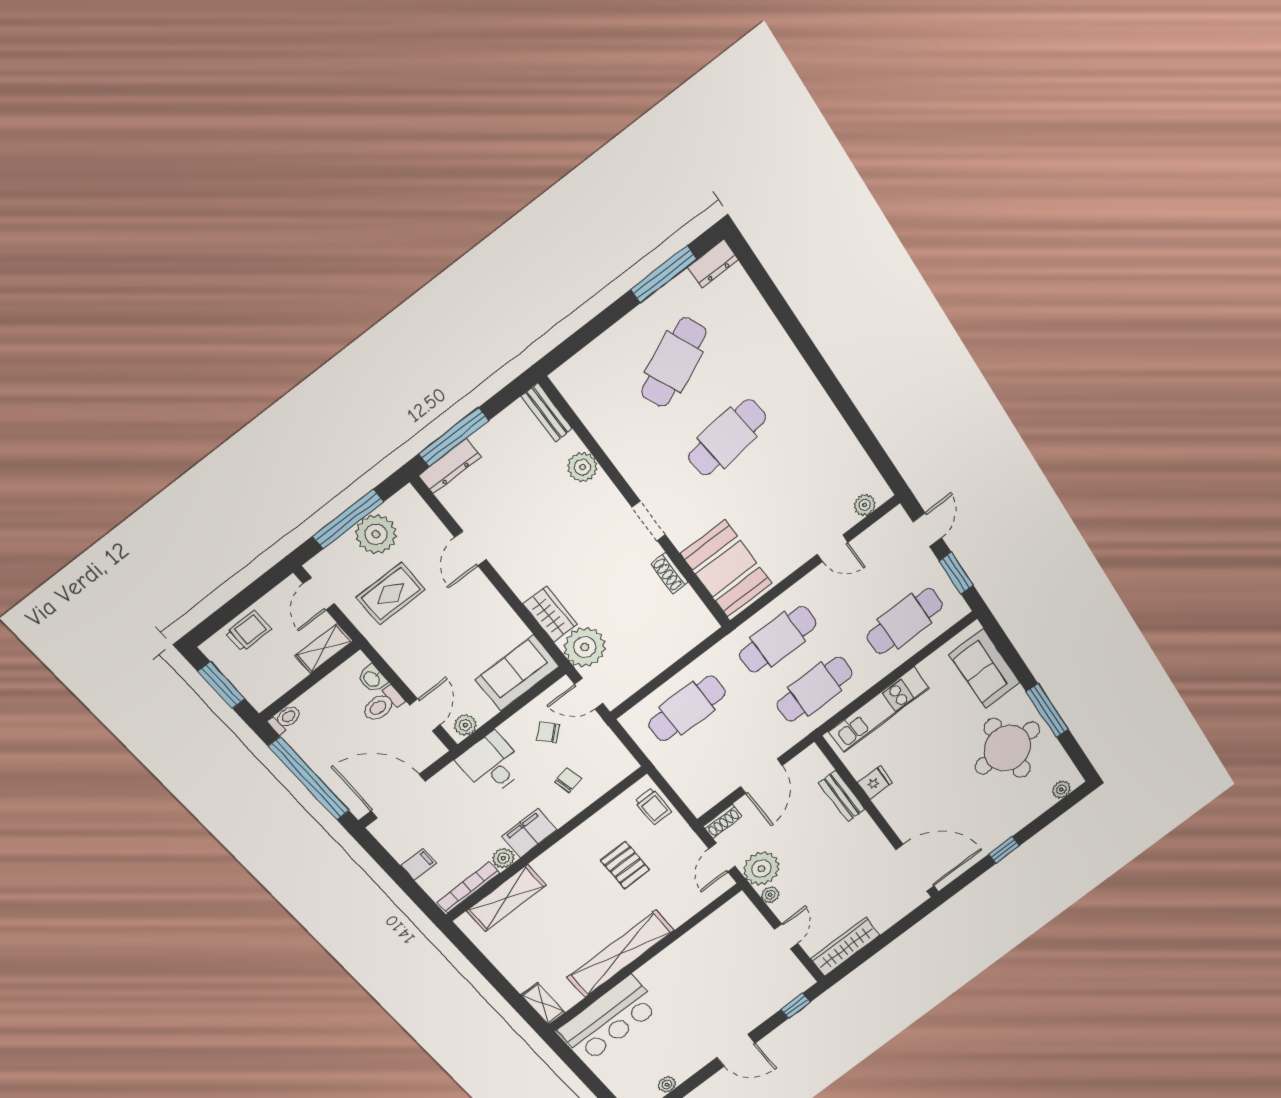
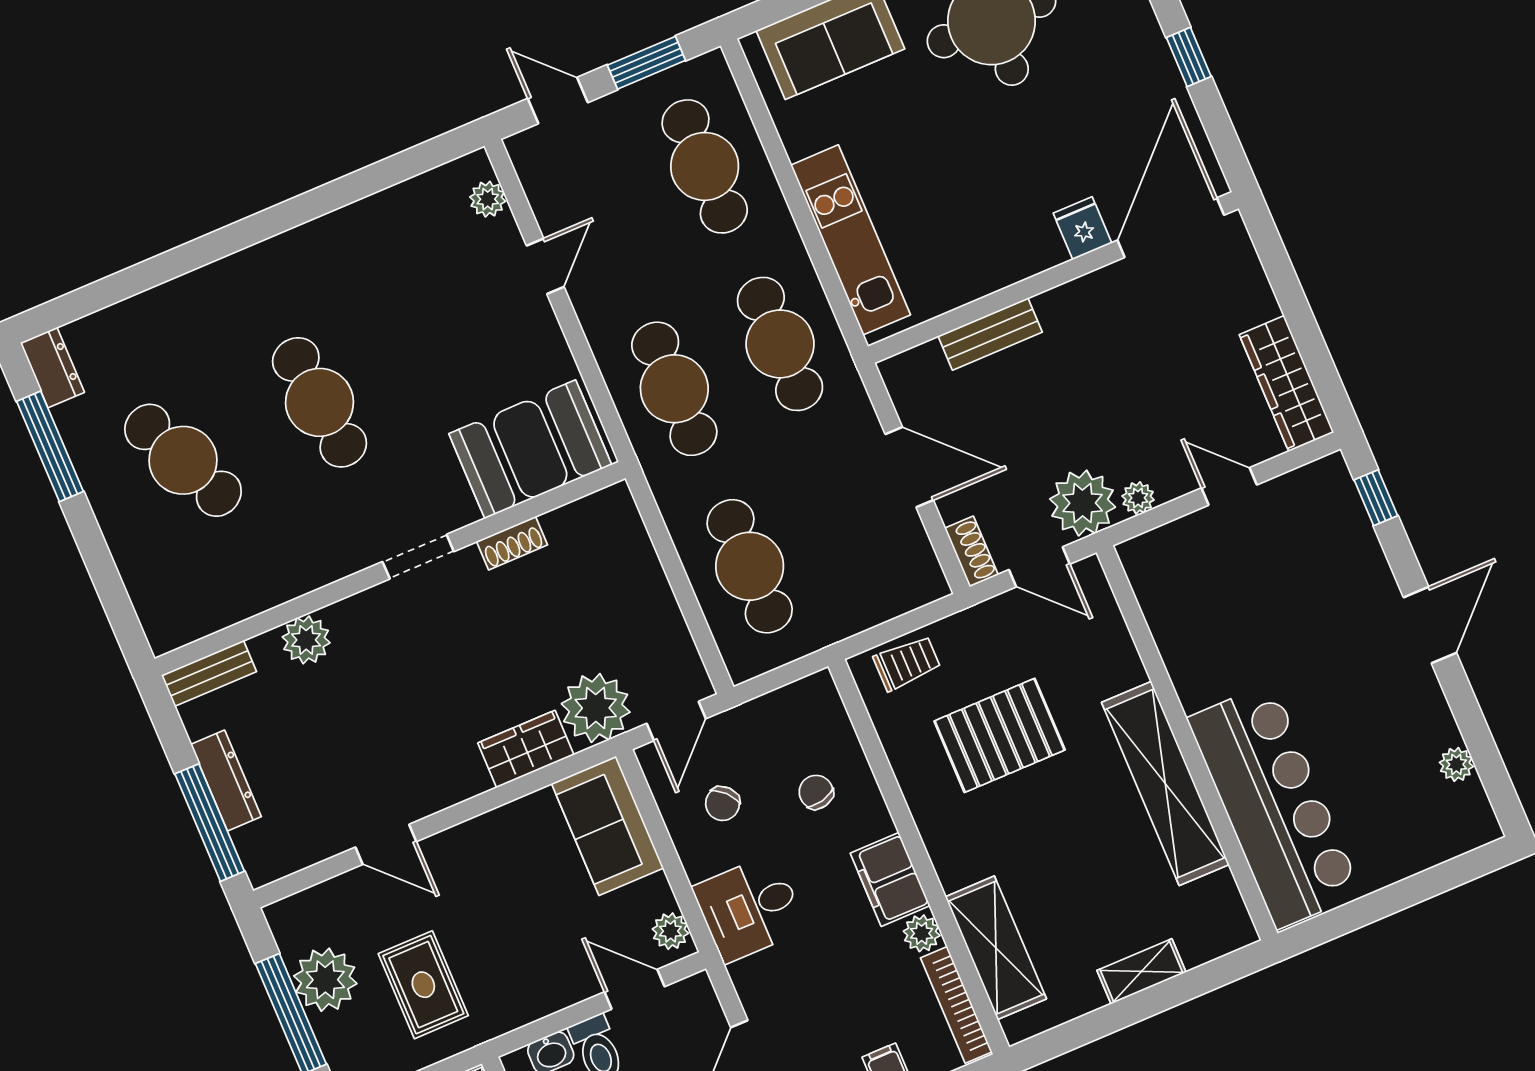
dresser: (450, 466) -> (226, 780), moved
fridge: (875, 782) -> (1082, 228), moved
pallet: (625, 865) -> (1000, 735), width x1.50, depth x1.42
shelving: (543, 1004) -> (1141, 971), moved
bar counter: (609, 1019) -> (1274, 806), width x1.36

